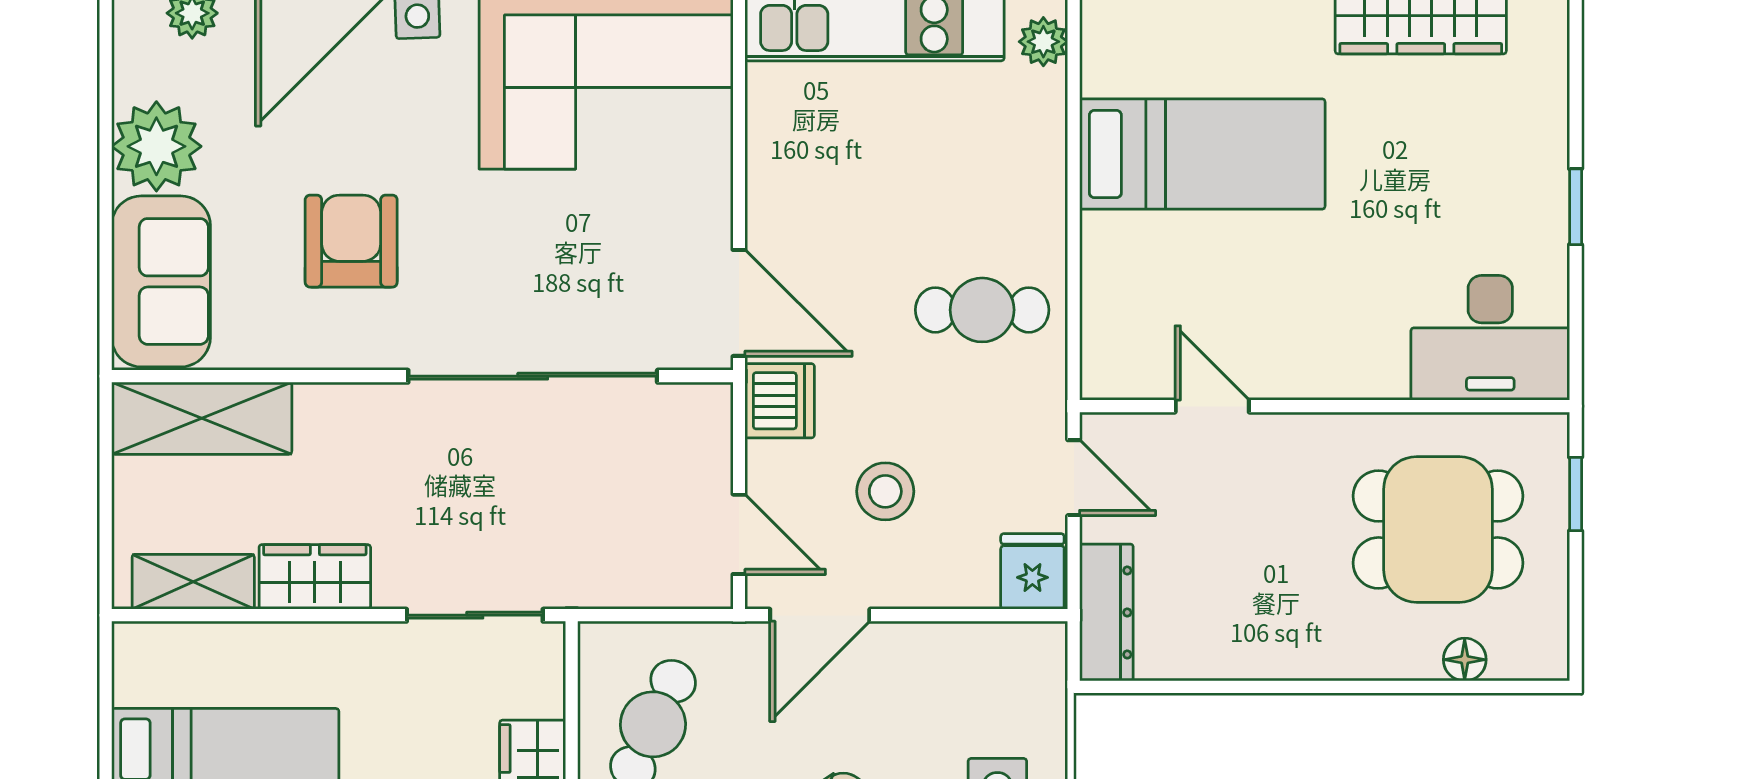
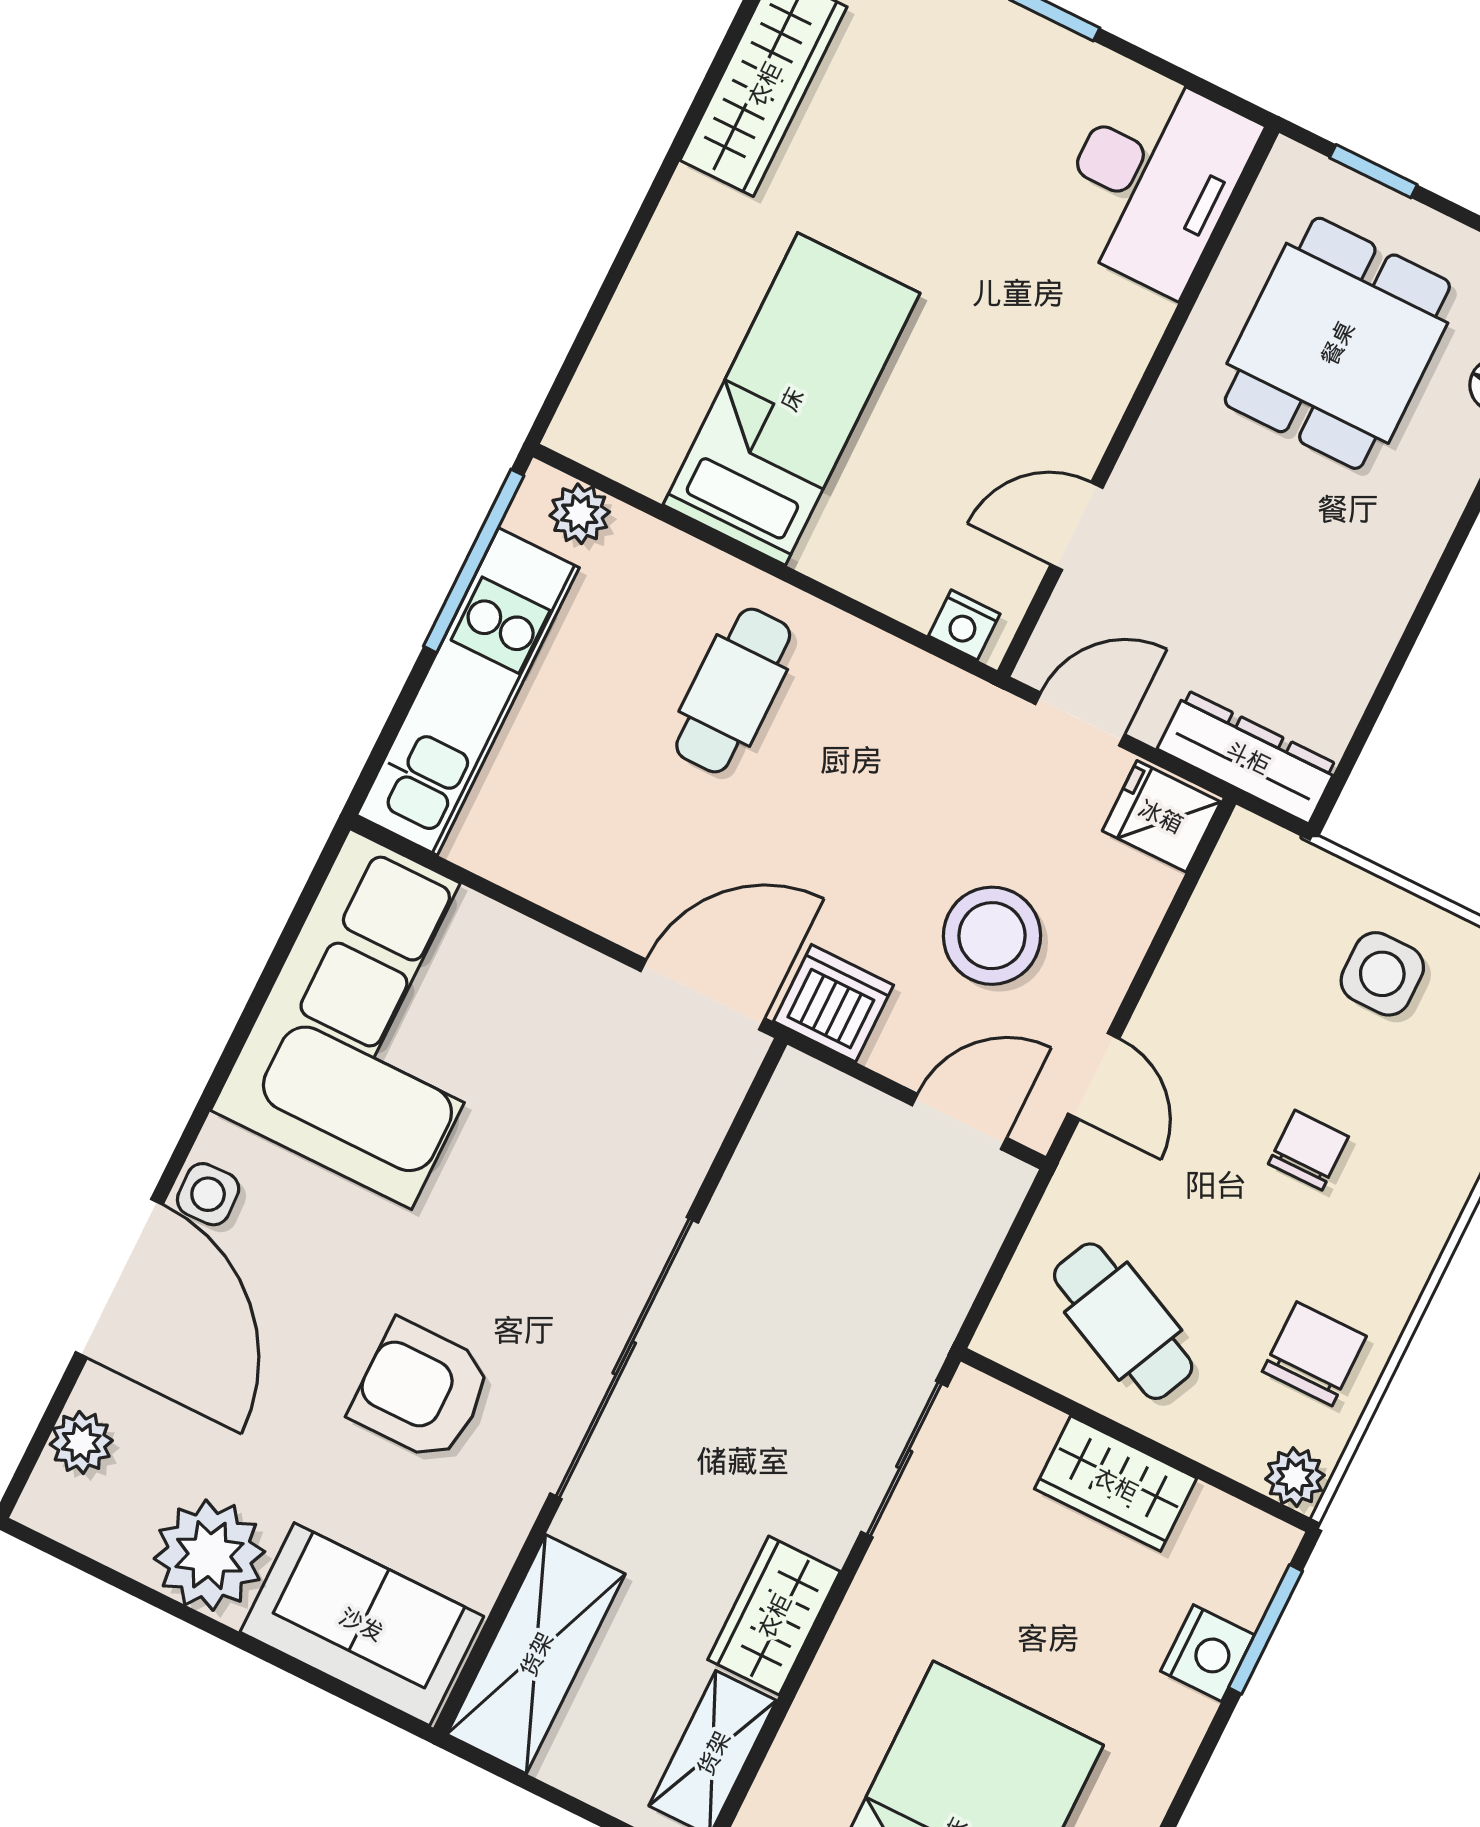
cafe table: (982, 310) -> (733, 690), moved
nightstand: (1100, 360) -> (964, 625), added
sliding door: (533, 376) -> (624, 1358), moved
stool: (885, 491) -> (992, 936), width x1.38, depth x1.38
door: (820, 615) -> (1093, 1076), width x0.73

